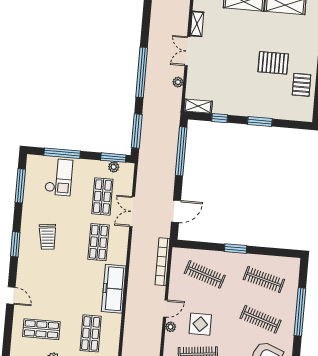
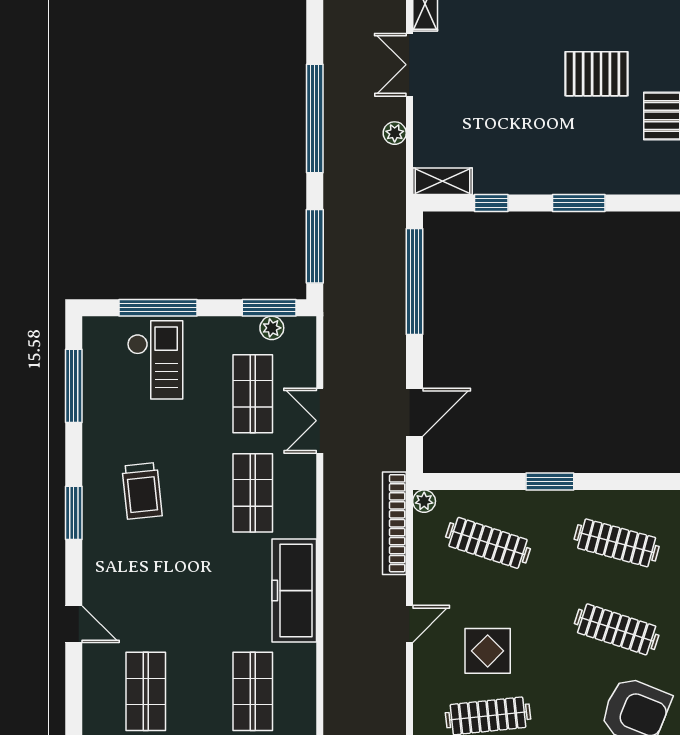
plant: (171, 327) -> (424, 501), moved
shop shelf: (41, 329) -> (146, 691), turned 90

